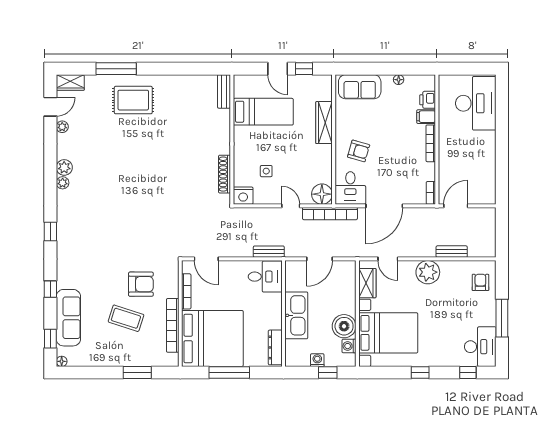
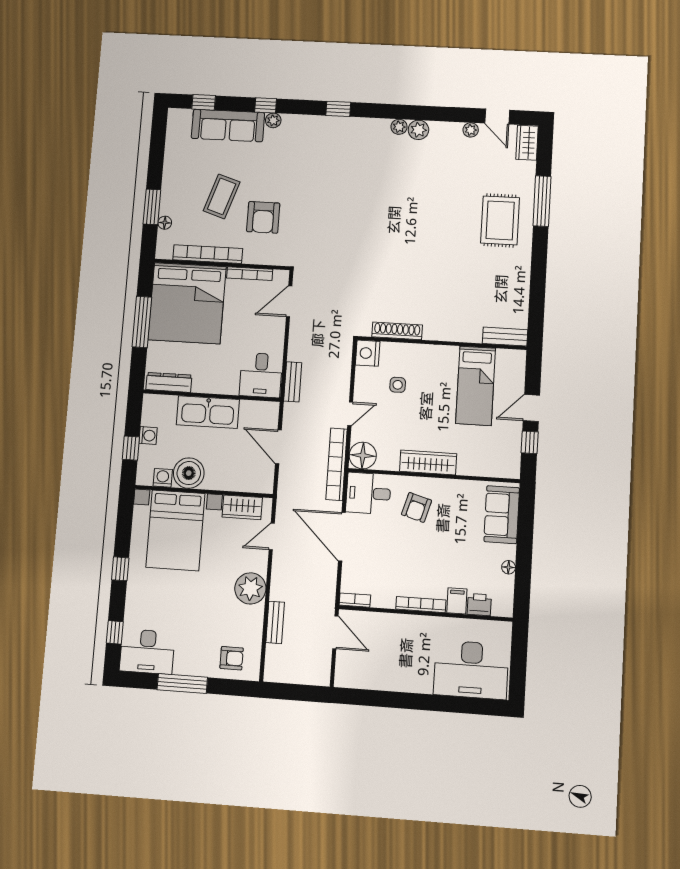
wardrobe: (324, 123) -> (428, 462), moved
plant: (62, 282) -> (273, 120), added
floor lamp: (62, 361) -> (165, 223), moved

